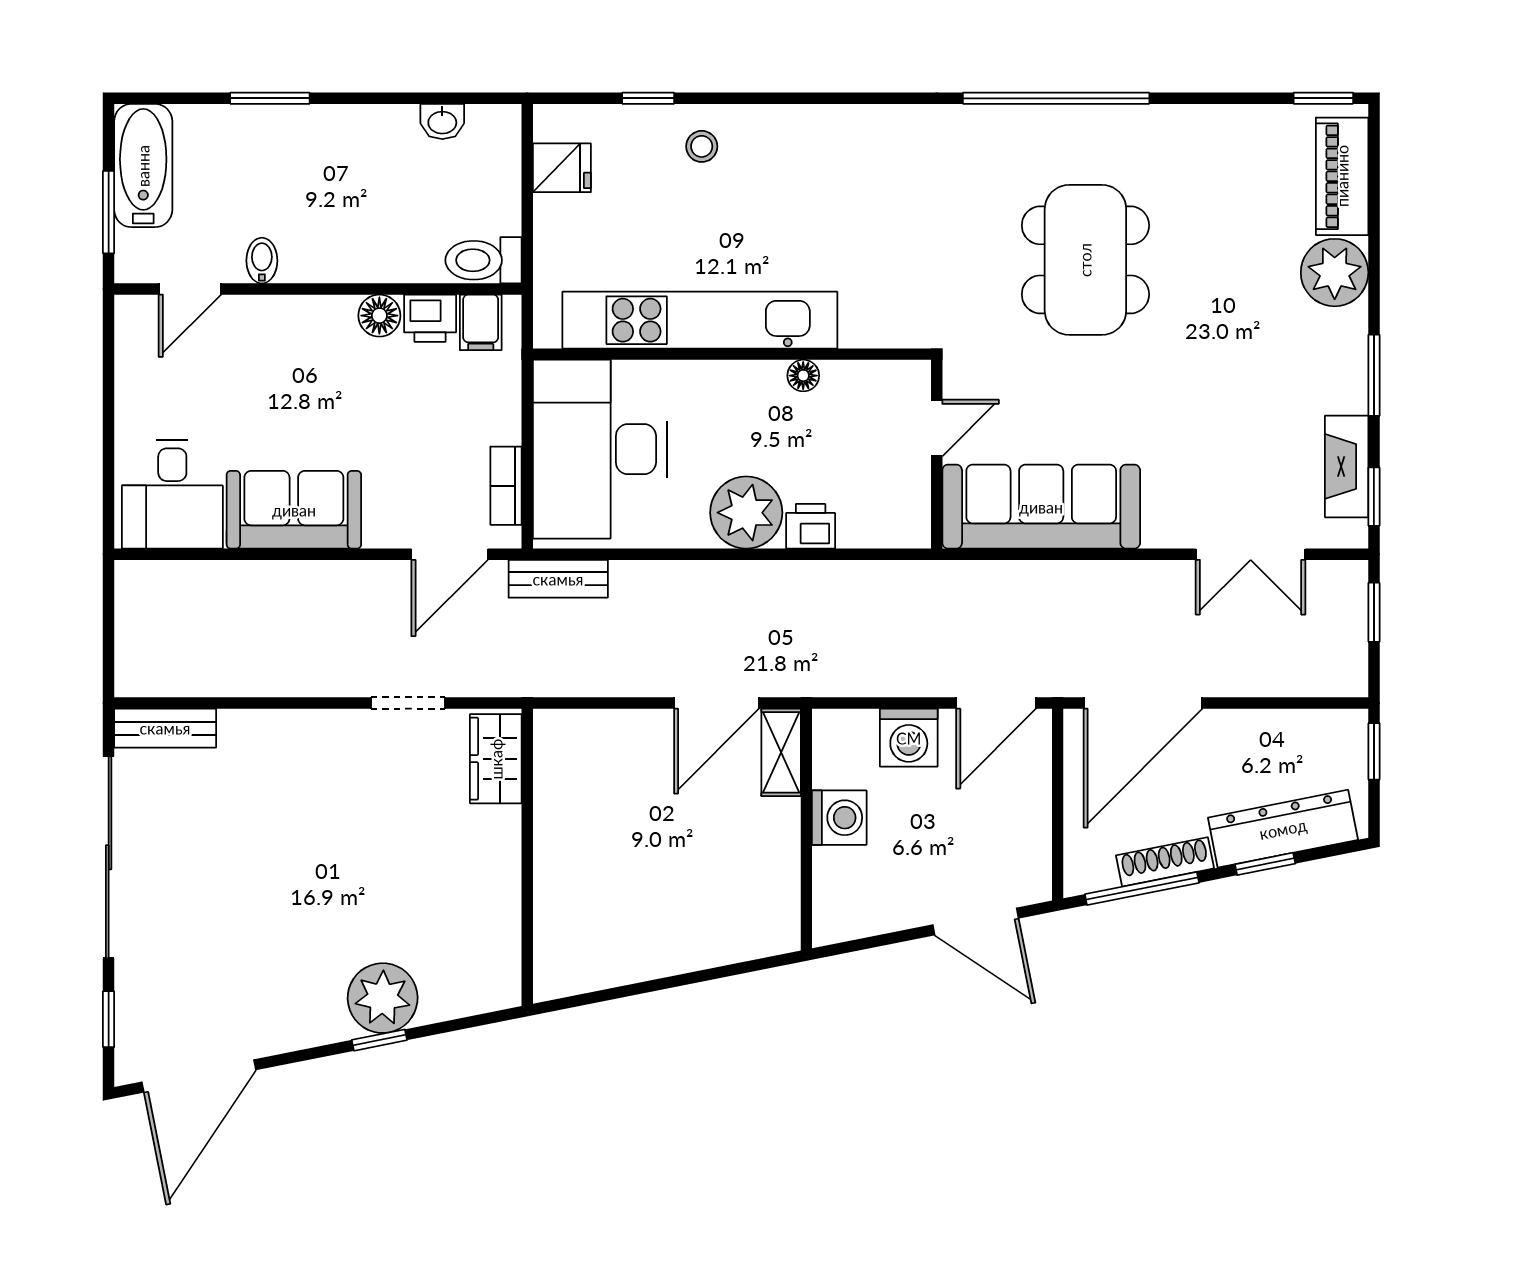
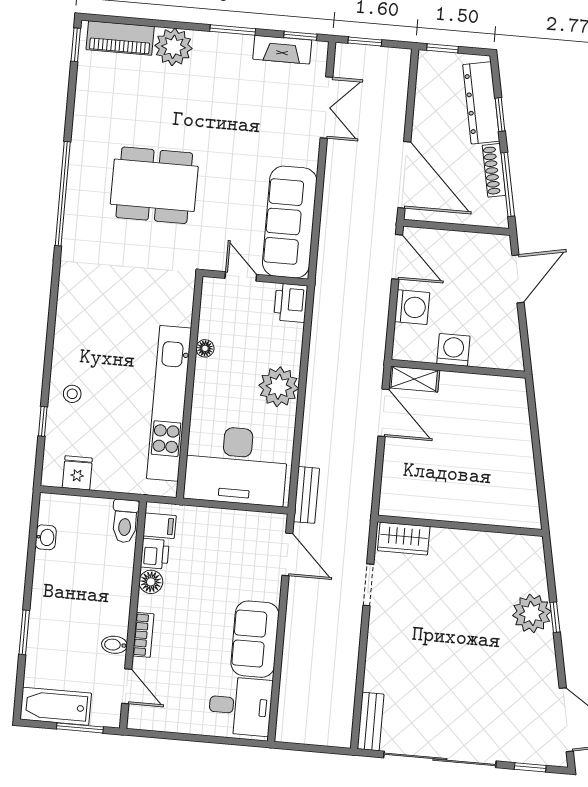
bookcase: (506, 486) -> (143, 635), moved, turned -90
printer: (811, 526) -> (291, 303), moved, width x1.36, depth x1.24

